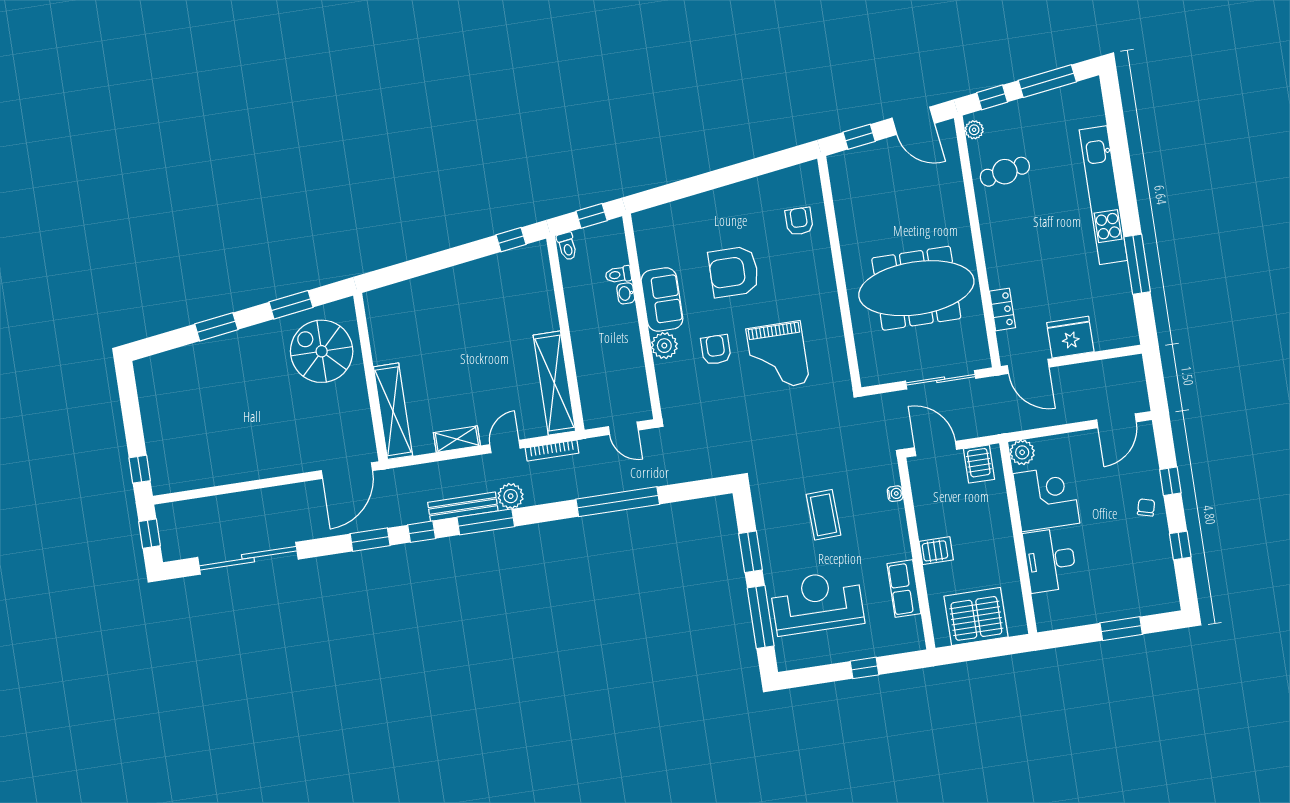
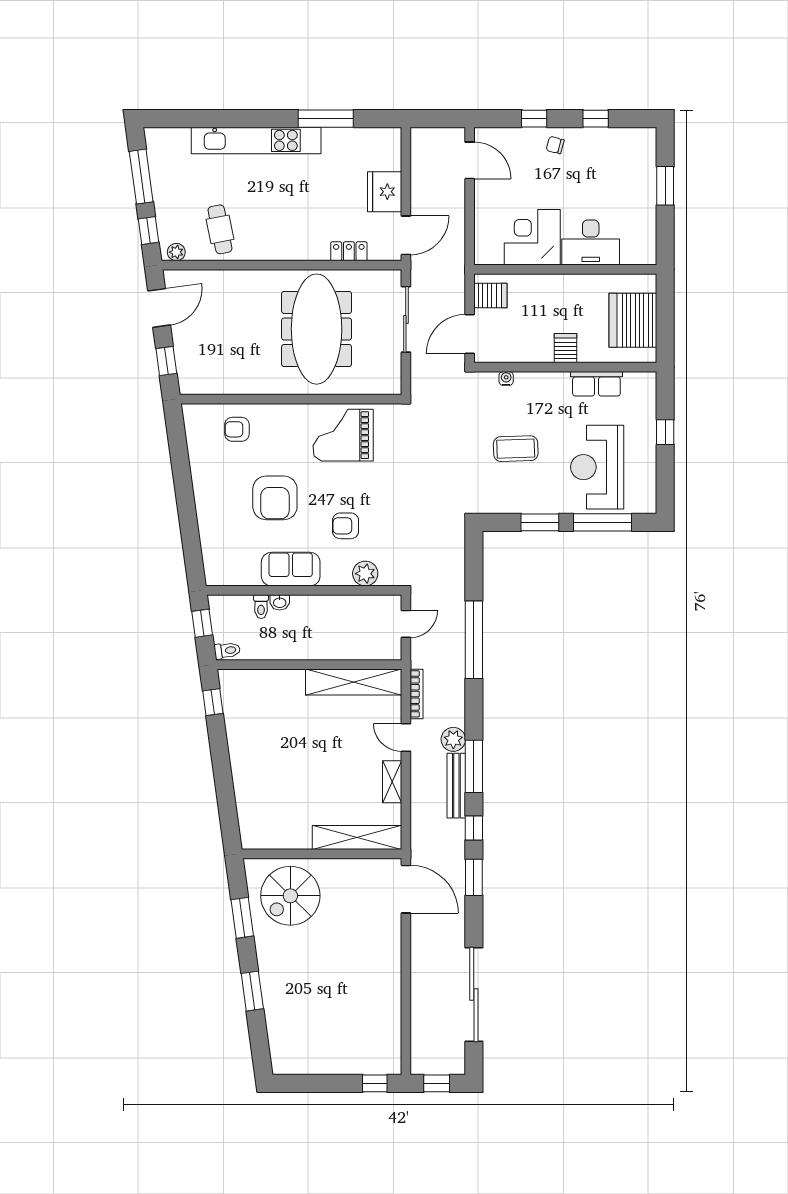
plant: (664, 346) -> (365, 574), moved
grand piano: (778, 356) -> (343, 435), moved, turned 180
plant: (1022, 452) -> (486, 253), removed

